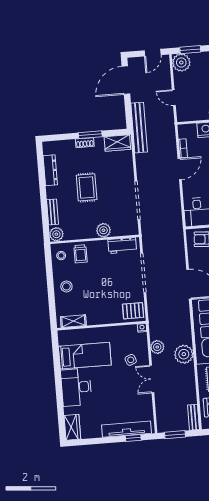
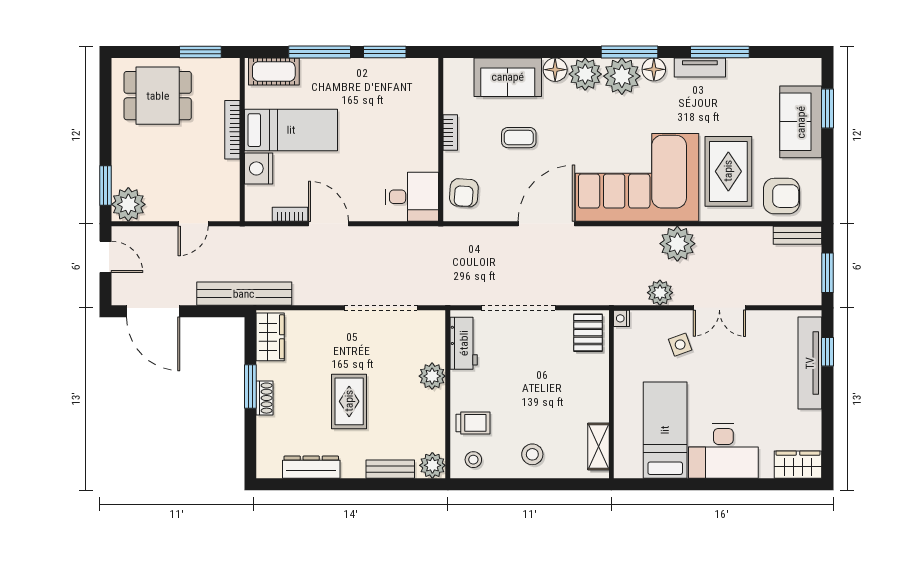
rug: (87, 187) -> (349, 401), turned 90

